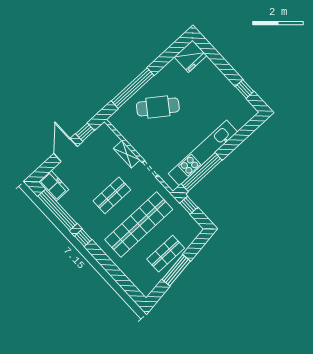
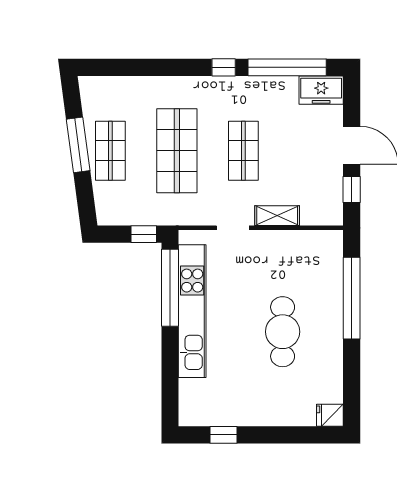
fridge: (190, 56) -> (330, 415), width x0.53, depth x0.75
cafe table: (158, 107) -> (283, 332), moved, turned -36
shop shelf: (139, 224) -> (177, 151), width x0.71

